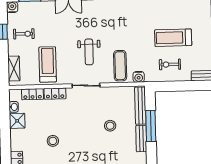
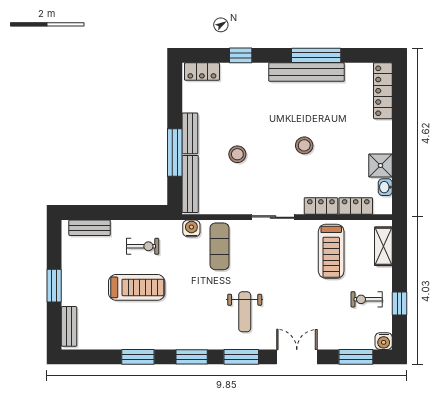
weight bench: (89, 52) -> (245, 312), moved, turned 180
stool: (53, 141) -> (304, 145), moved

